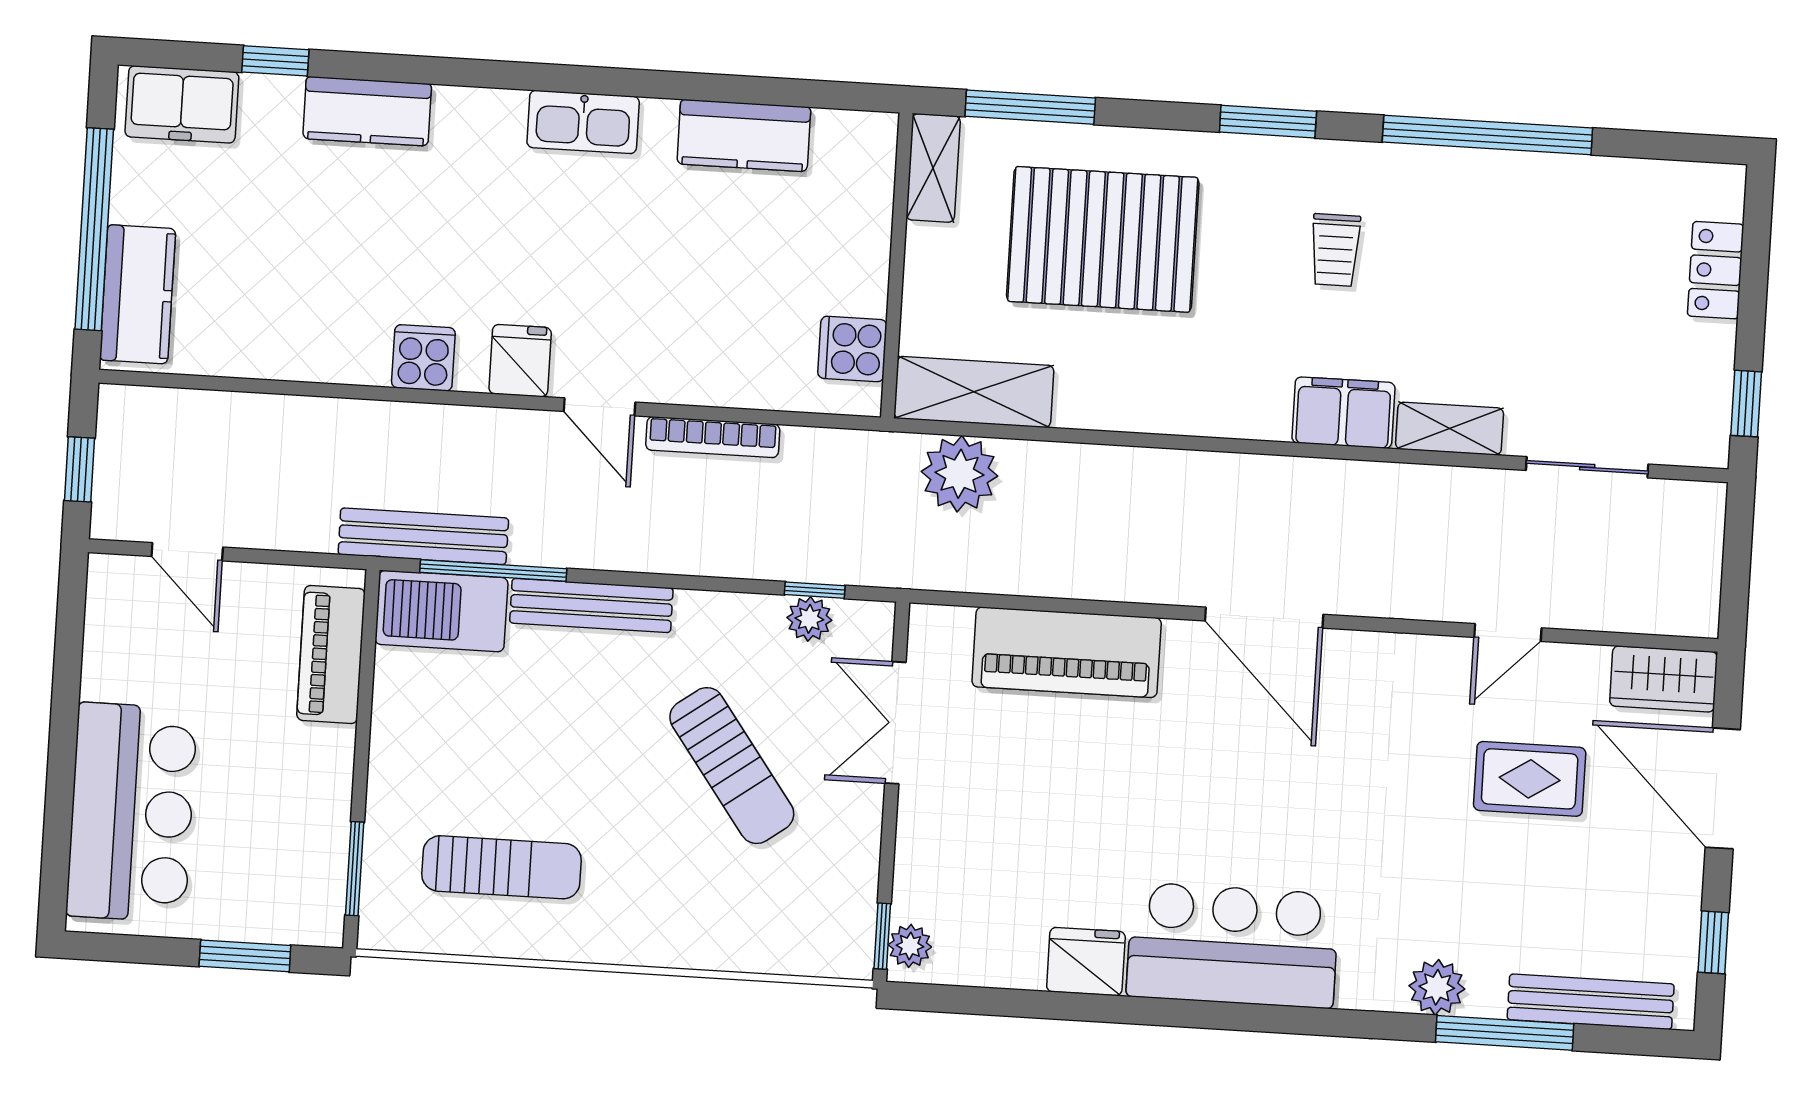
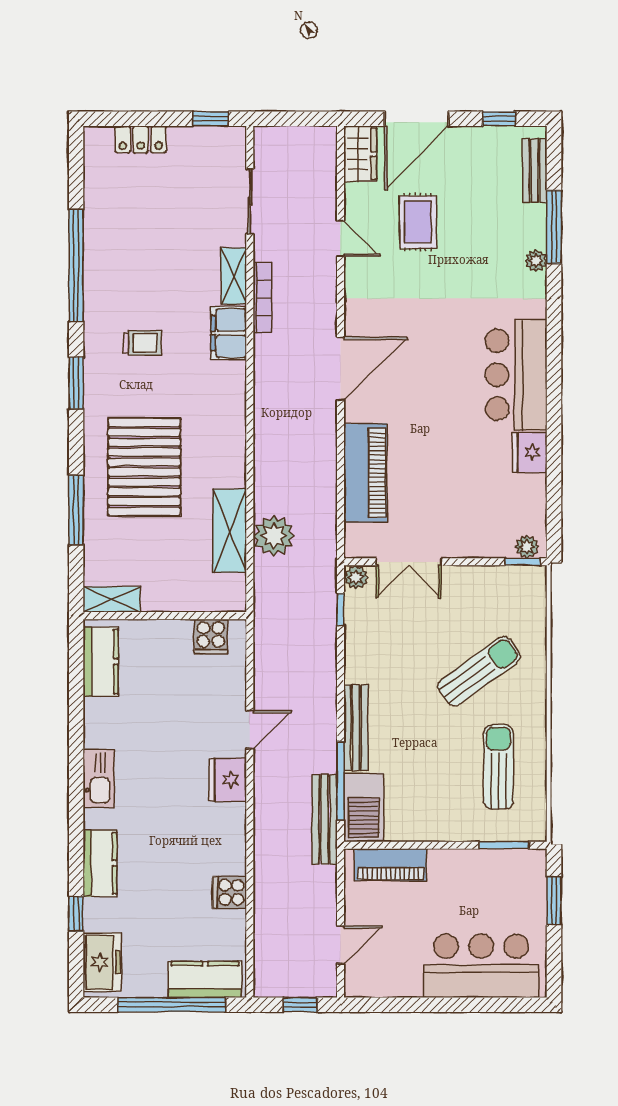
kitchen sink: (583, 122) -> (99, 779), moved
shelving: (933, 168) -> (112, 599), moved
wall: (897, 265) -> (165, 616), moved
cooker: (852, 349) -> (211, 637), moved
cooker: (423, 358) -> (229, 892), moved
fridge: (520, 361) -> (228, 780), width x1.38
bookcase: (713, 437) -> (262, 298), moved
plant: (809, 619) -> (356, 577), moved
sun lounger: (732, 766) -> (479, 671), moved
plant: (1437, 987) -> (536, 261), width x0.73, depth x0.73
bench: (1591, 1002) -> (535, 170), width x0.73

